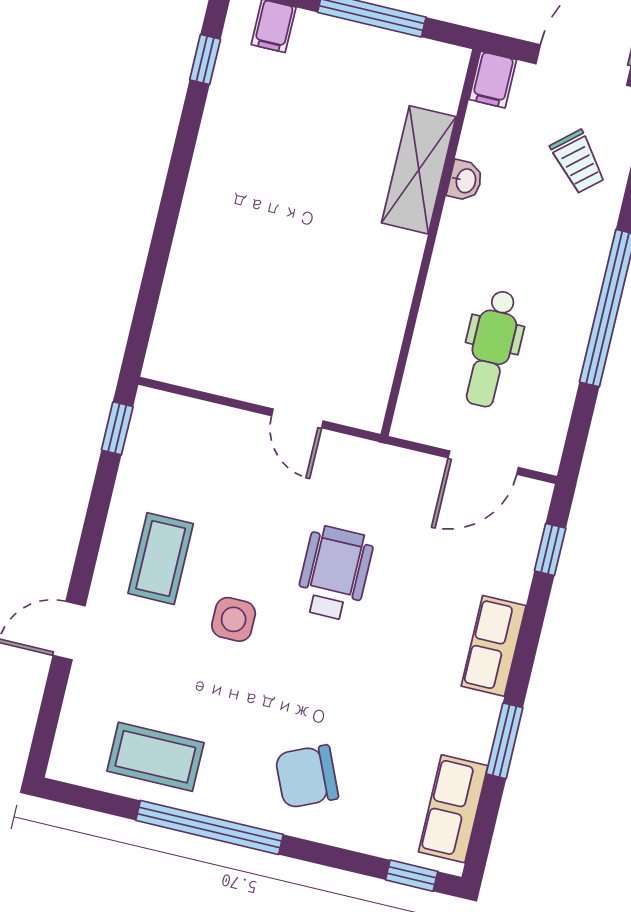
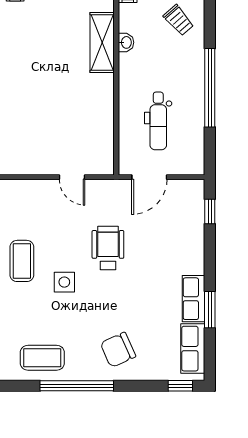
door: (483, 463) -> (149, 177), moved
row of seats: (494, 646) -> (194, 299), moved

